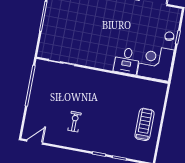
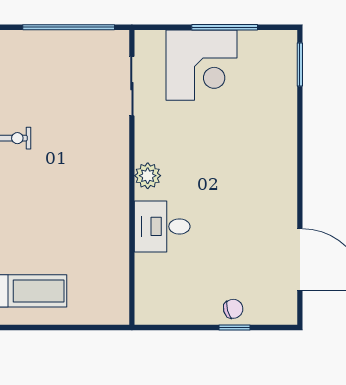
plant: (103, 63) -> (148, 176), added
corner desk: (156, 63) -> (201, 65), moved, turned 90

